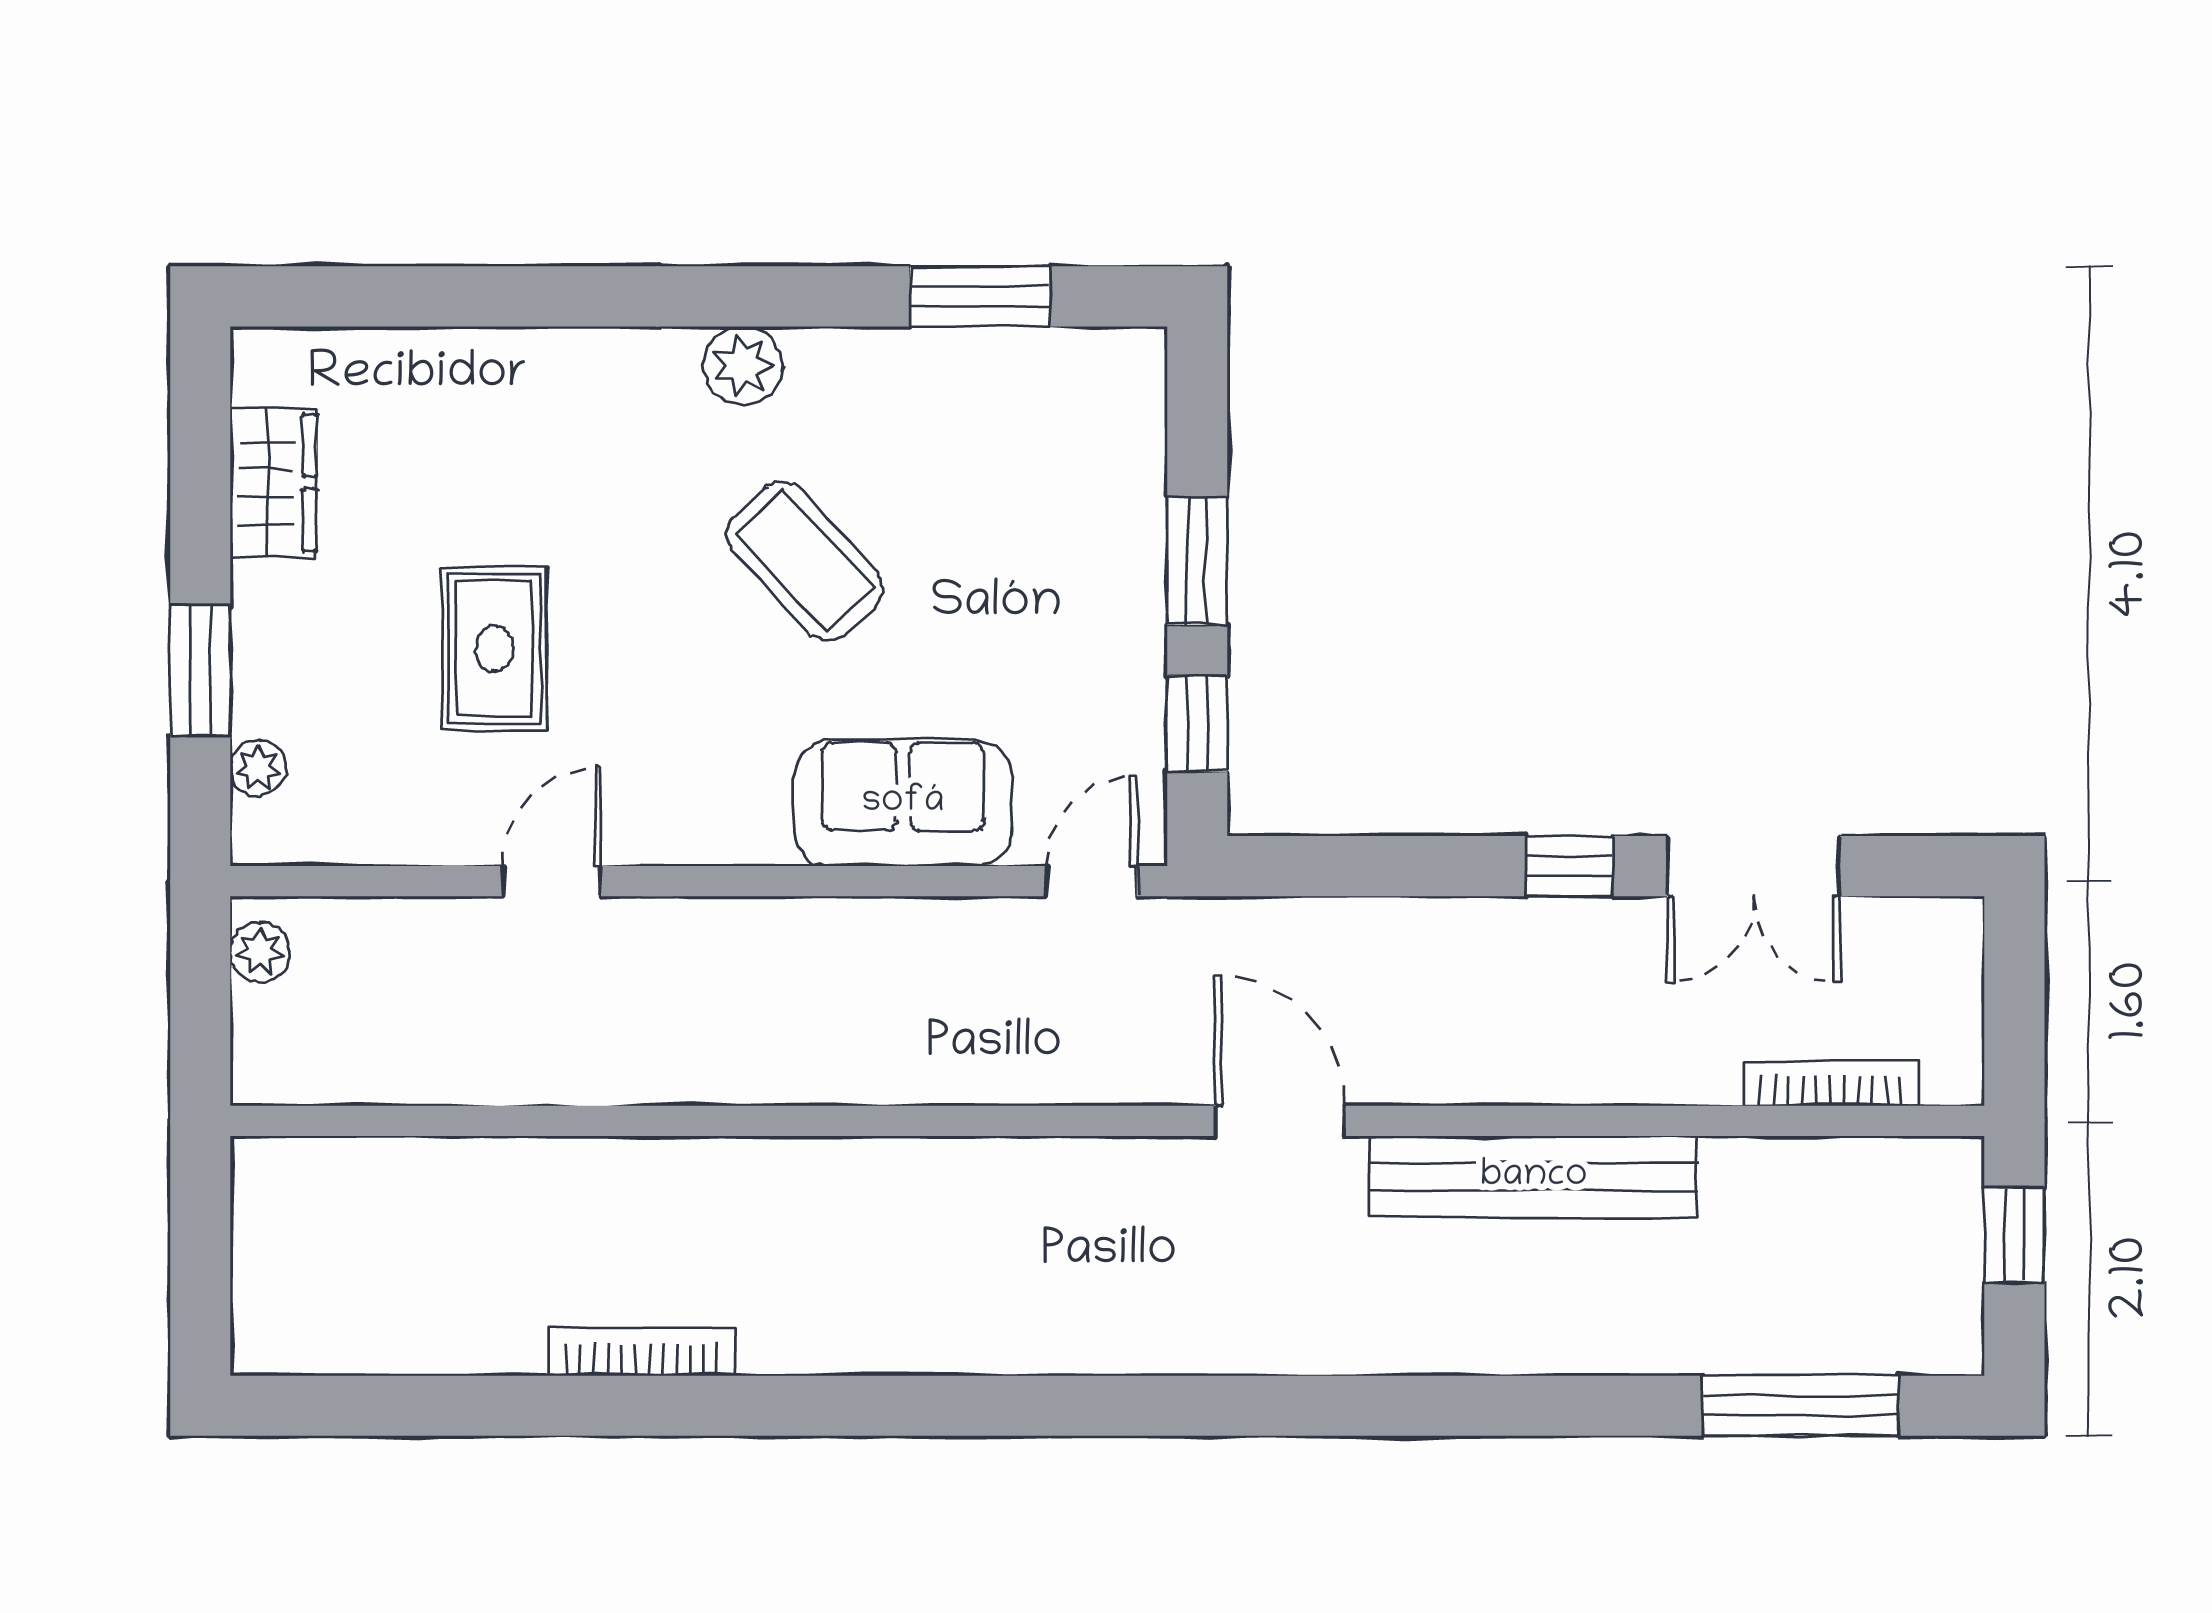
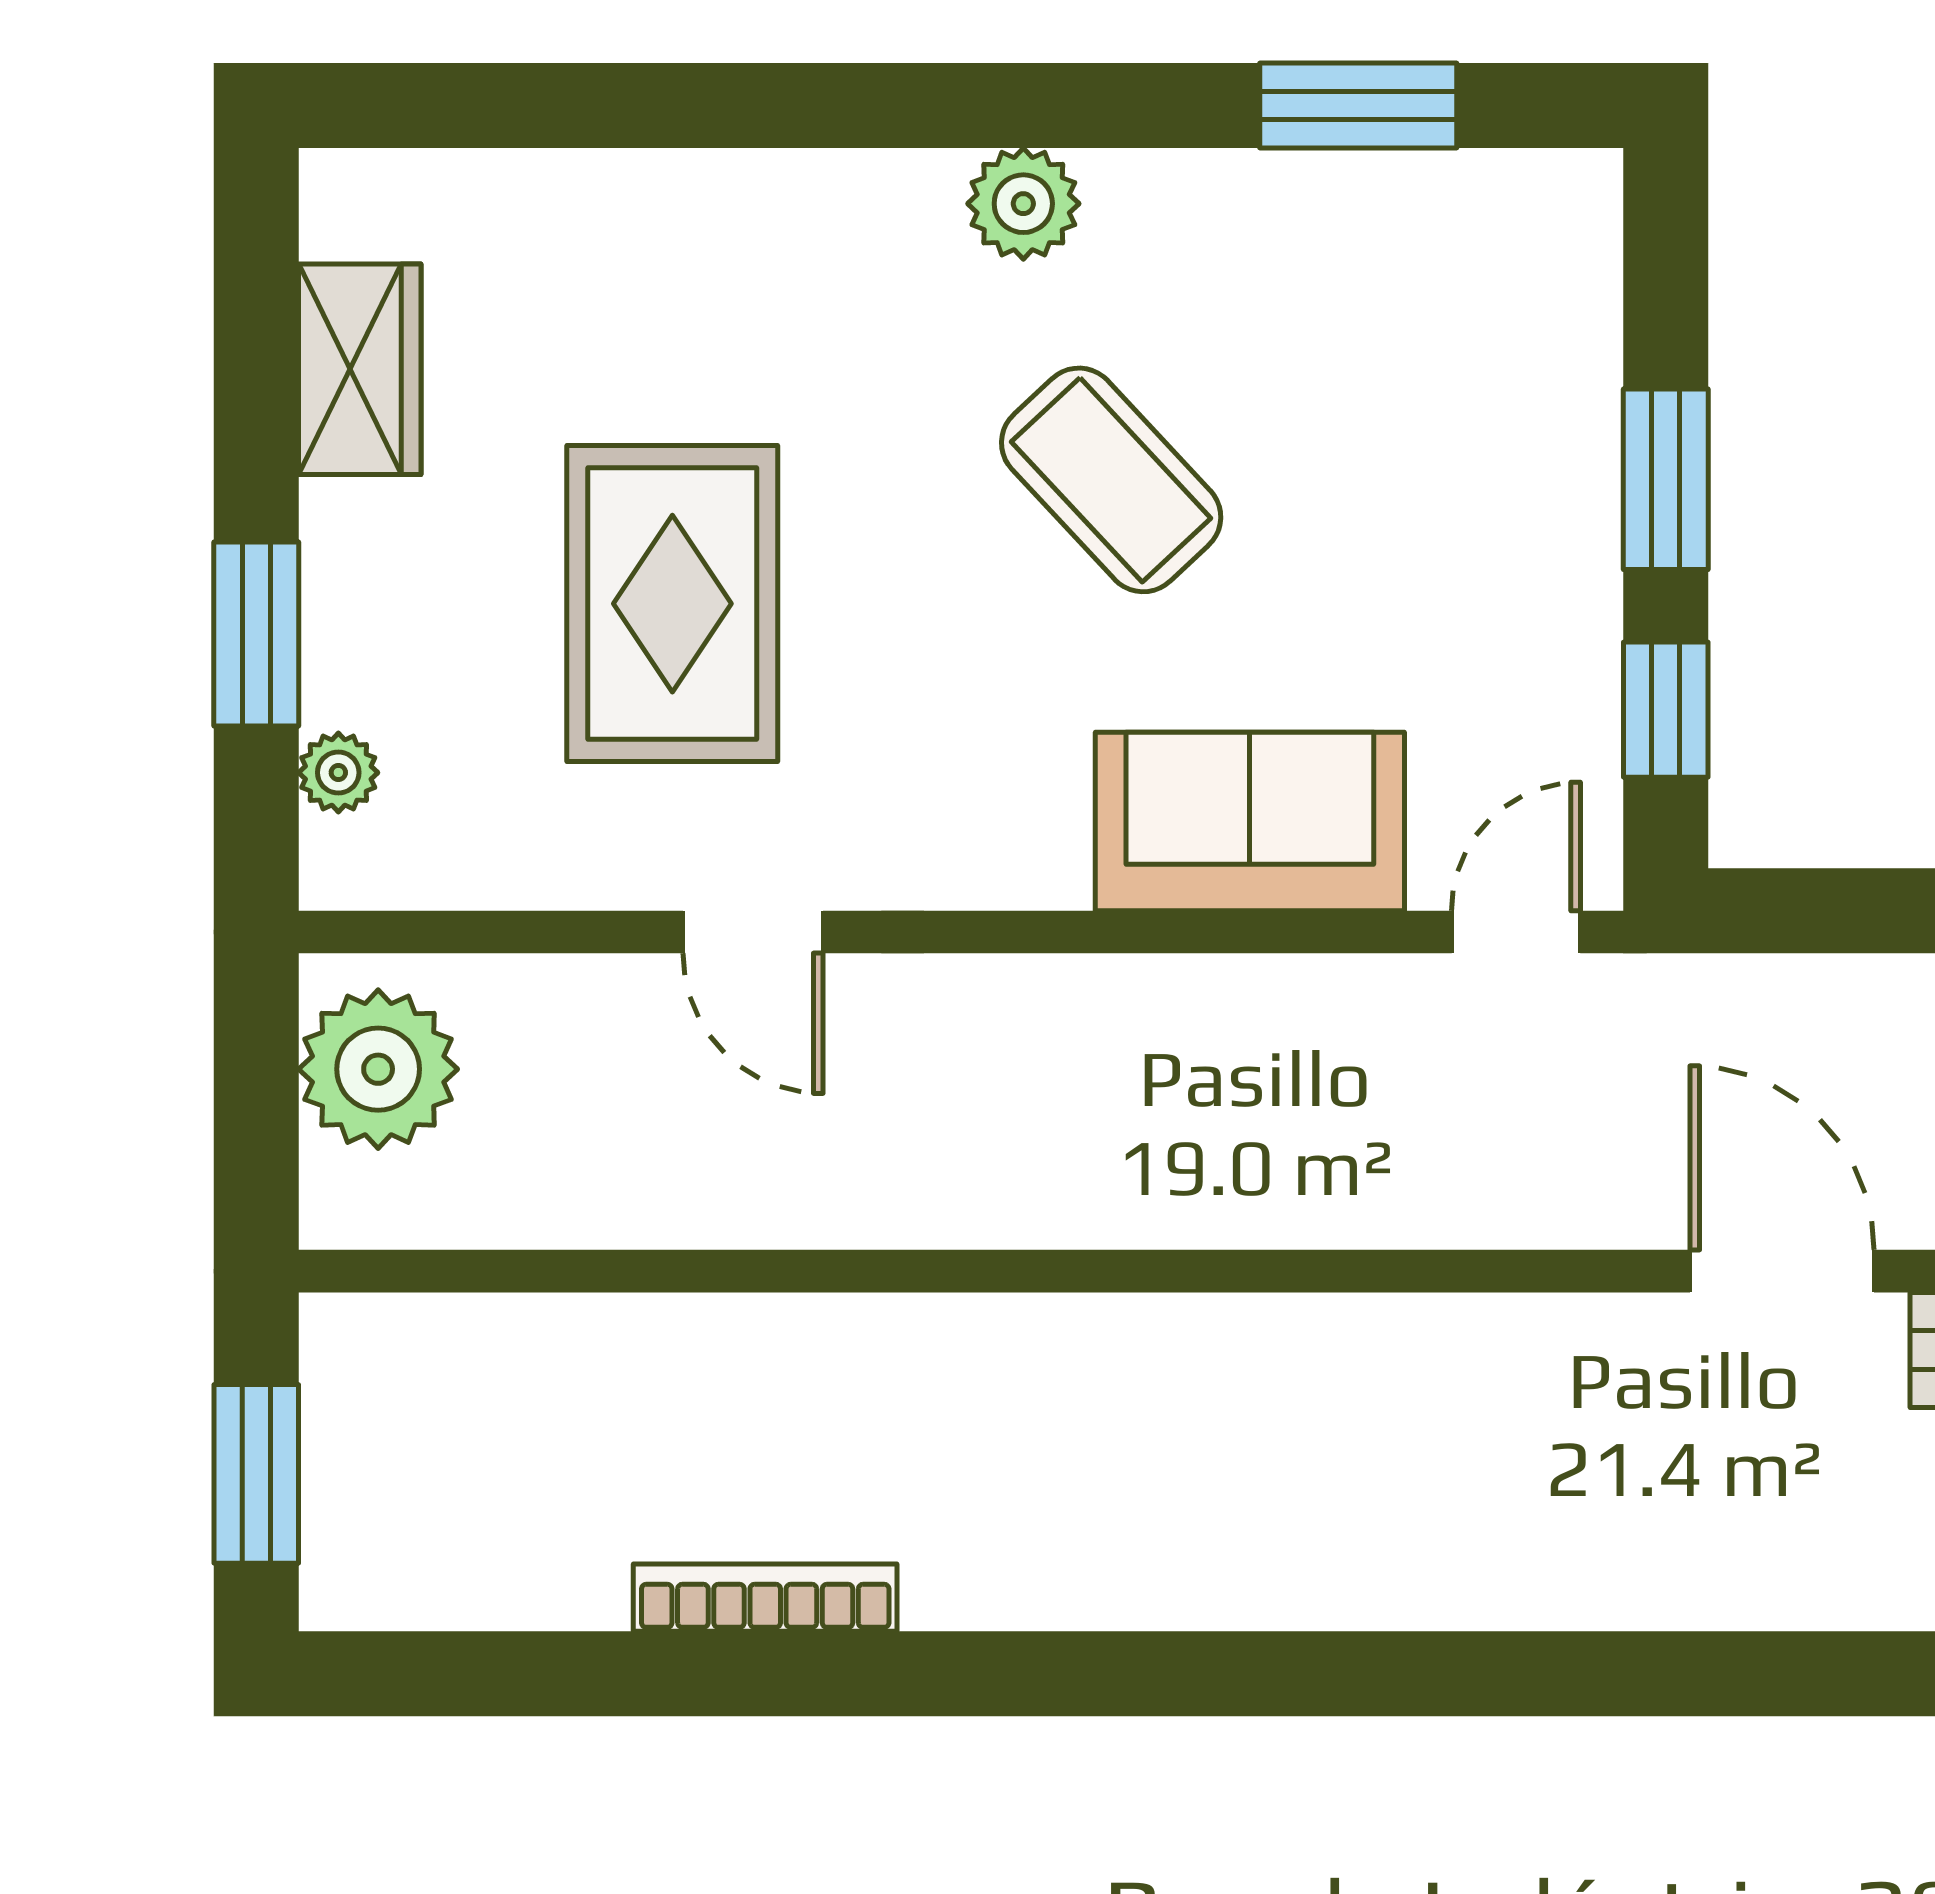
rug: (495, 649) -> (672, 604), width x1.36, depth x1.43
door: (552, 881) -> (753, 932), swing flipped
plant: (260, 952) -> (378, 1069), width x1.88, depth x1.88
window: (200, 1264) -> (256, 1474), added
bookcase: (642, 1352) -> (765, 1598), moved

